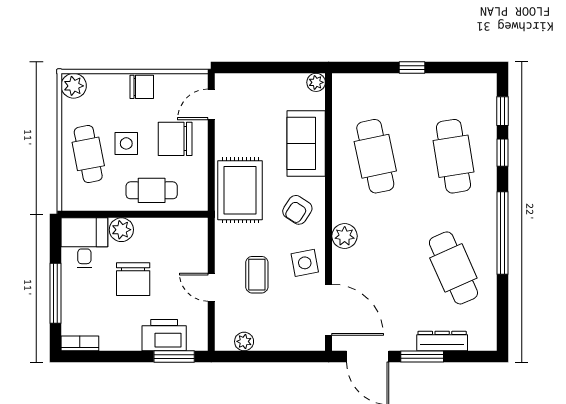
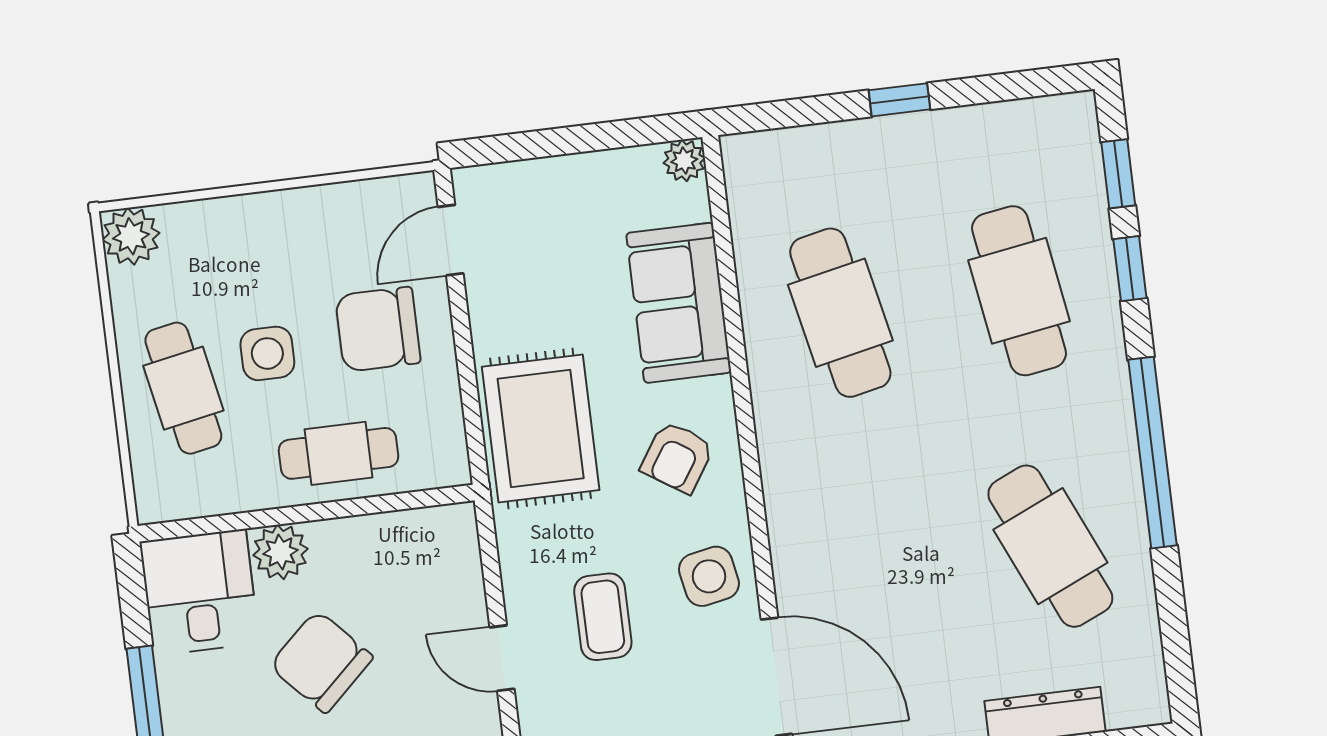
chair: (142, 87) -> (287, 220), removed
plant: (345, 236) -> (792, 504), removed
chair: (133, 279) -> (321, 662), turned 137

